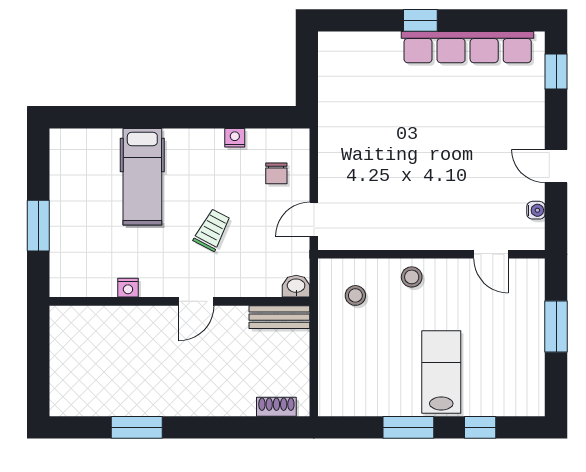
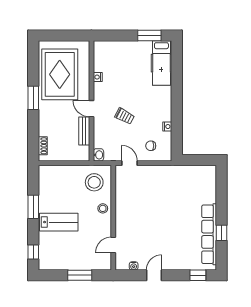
window: (420, 20) -> (221, 233), moved
hospital bed: (142, 177) -> (161, 63), moved, turned -90
window: (38, 226) -> (149, 36), moved
stool: (355, 295) -> (94, 182), width x1.89, depth x1.89
bench: (279, 317) -> (84, 131), moved
rug: (122, 370) -> (60, 74), added
window: (137, 427) -> (33, 98), moved
window: (480, 427) -> (33, 252), moved

